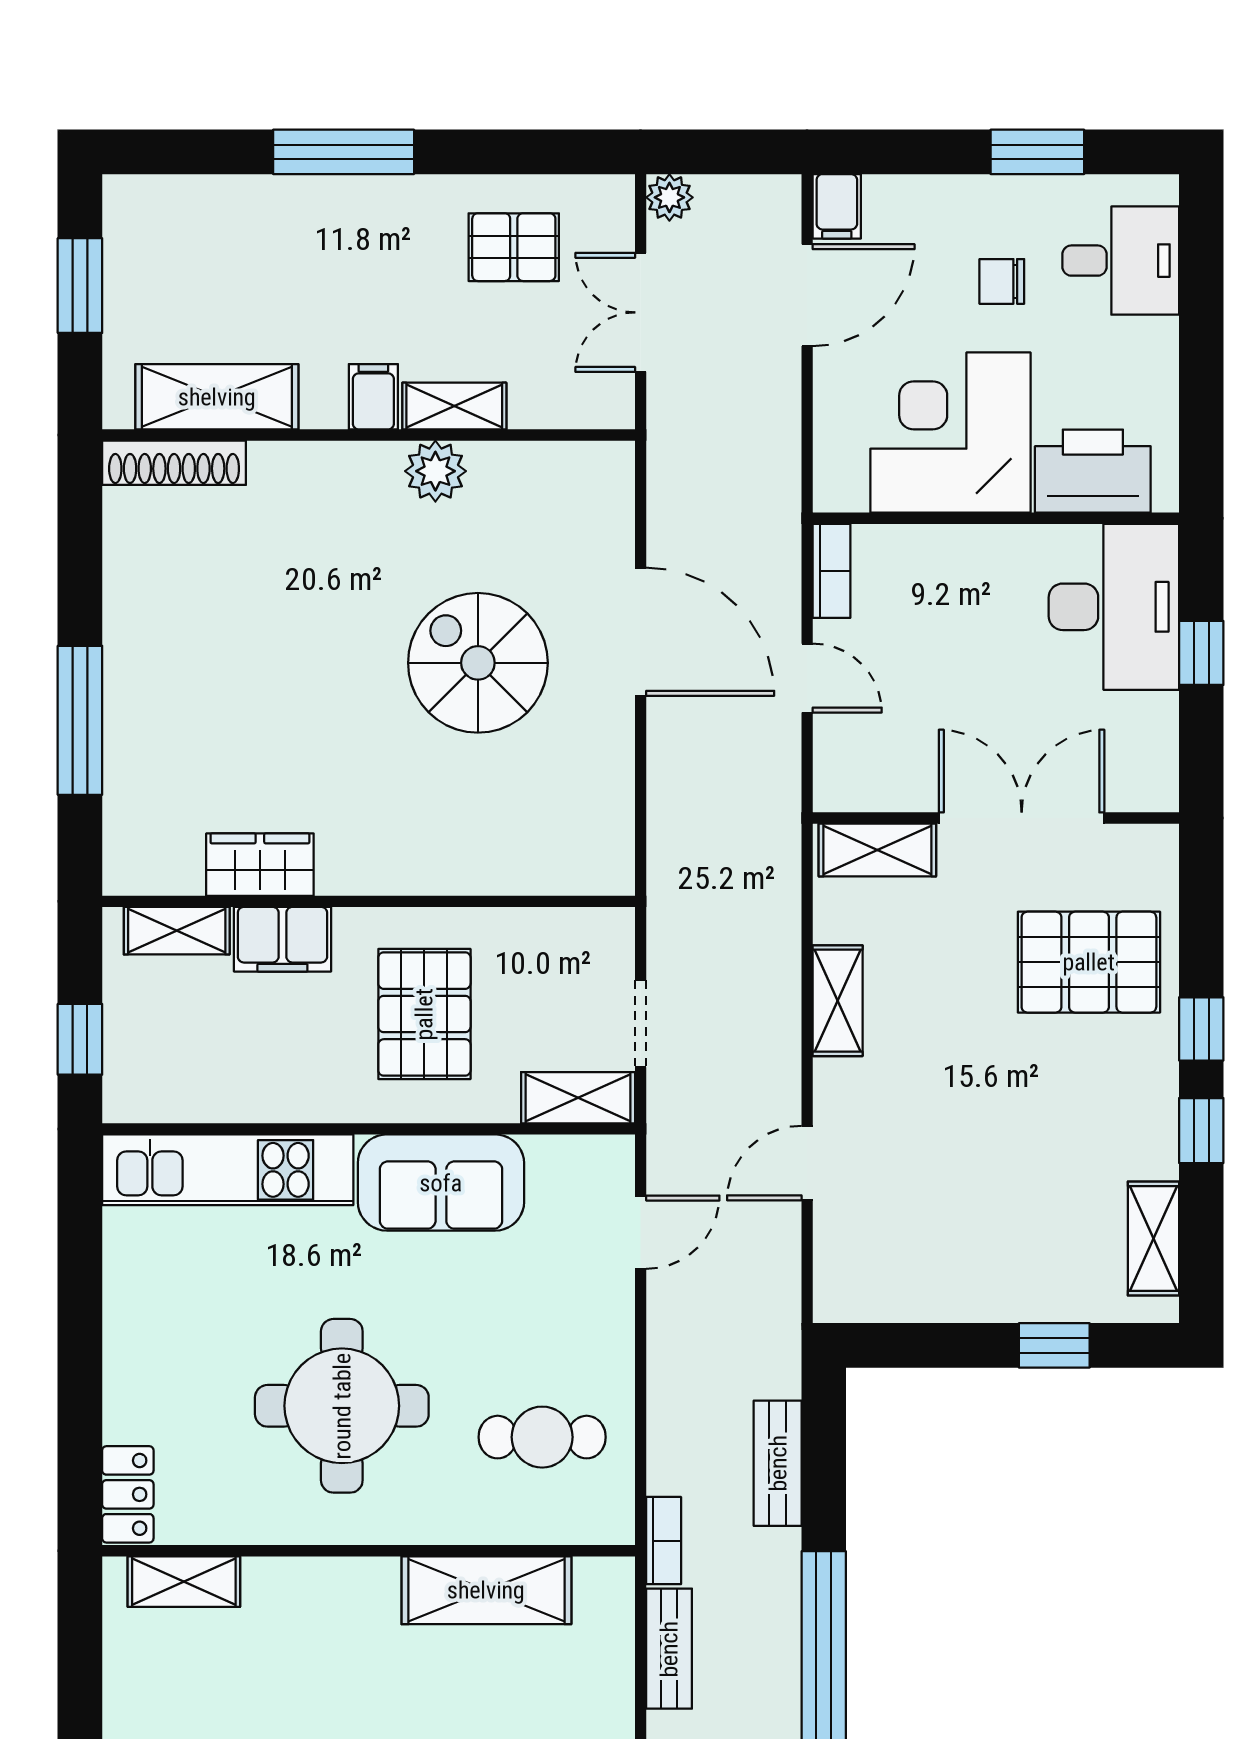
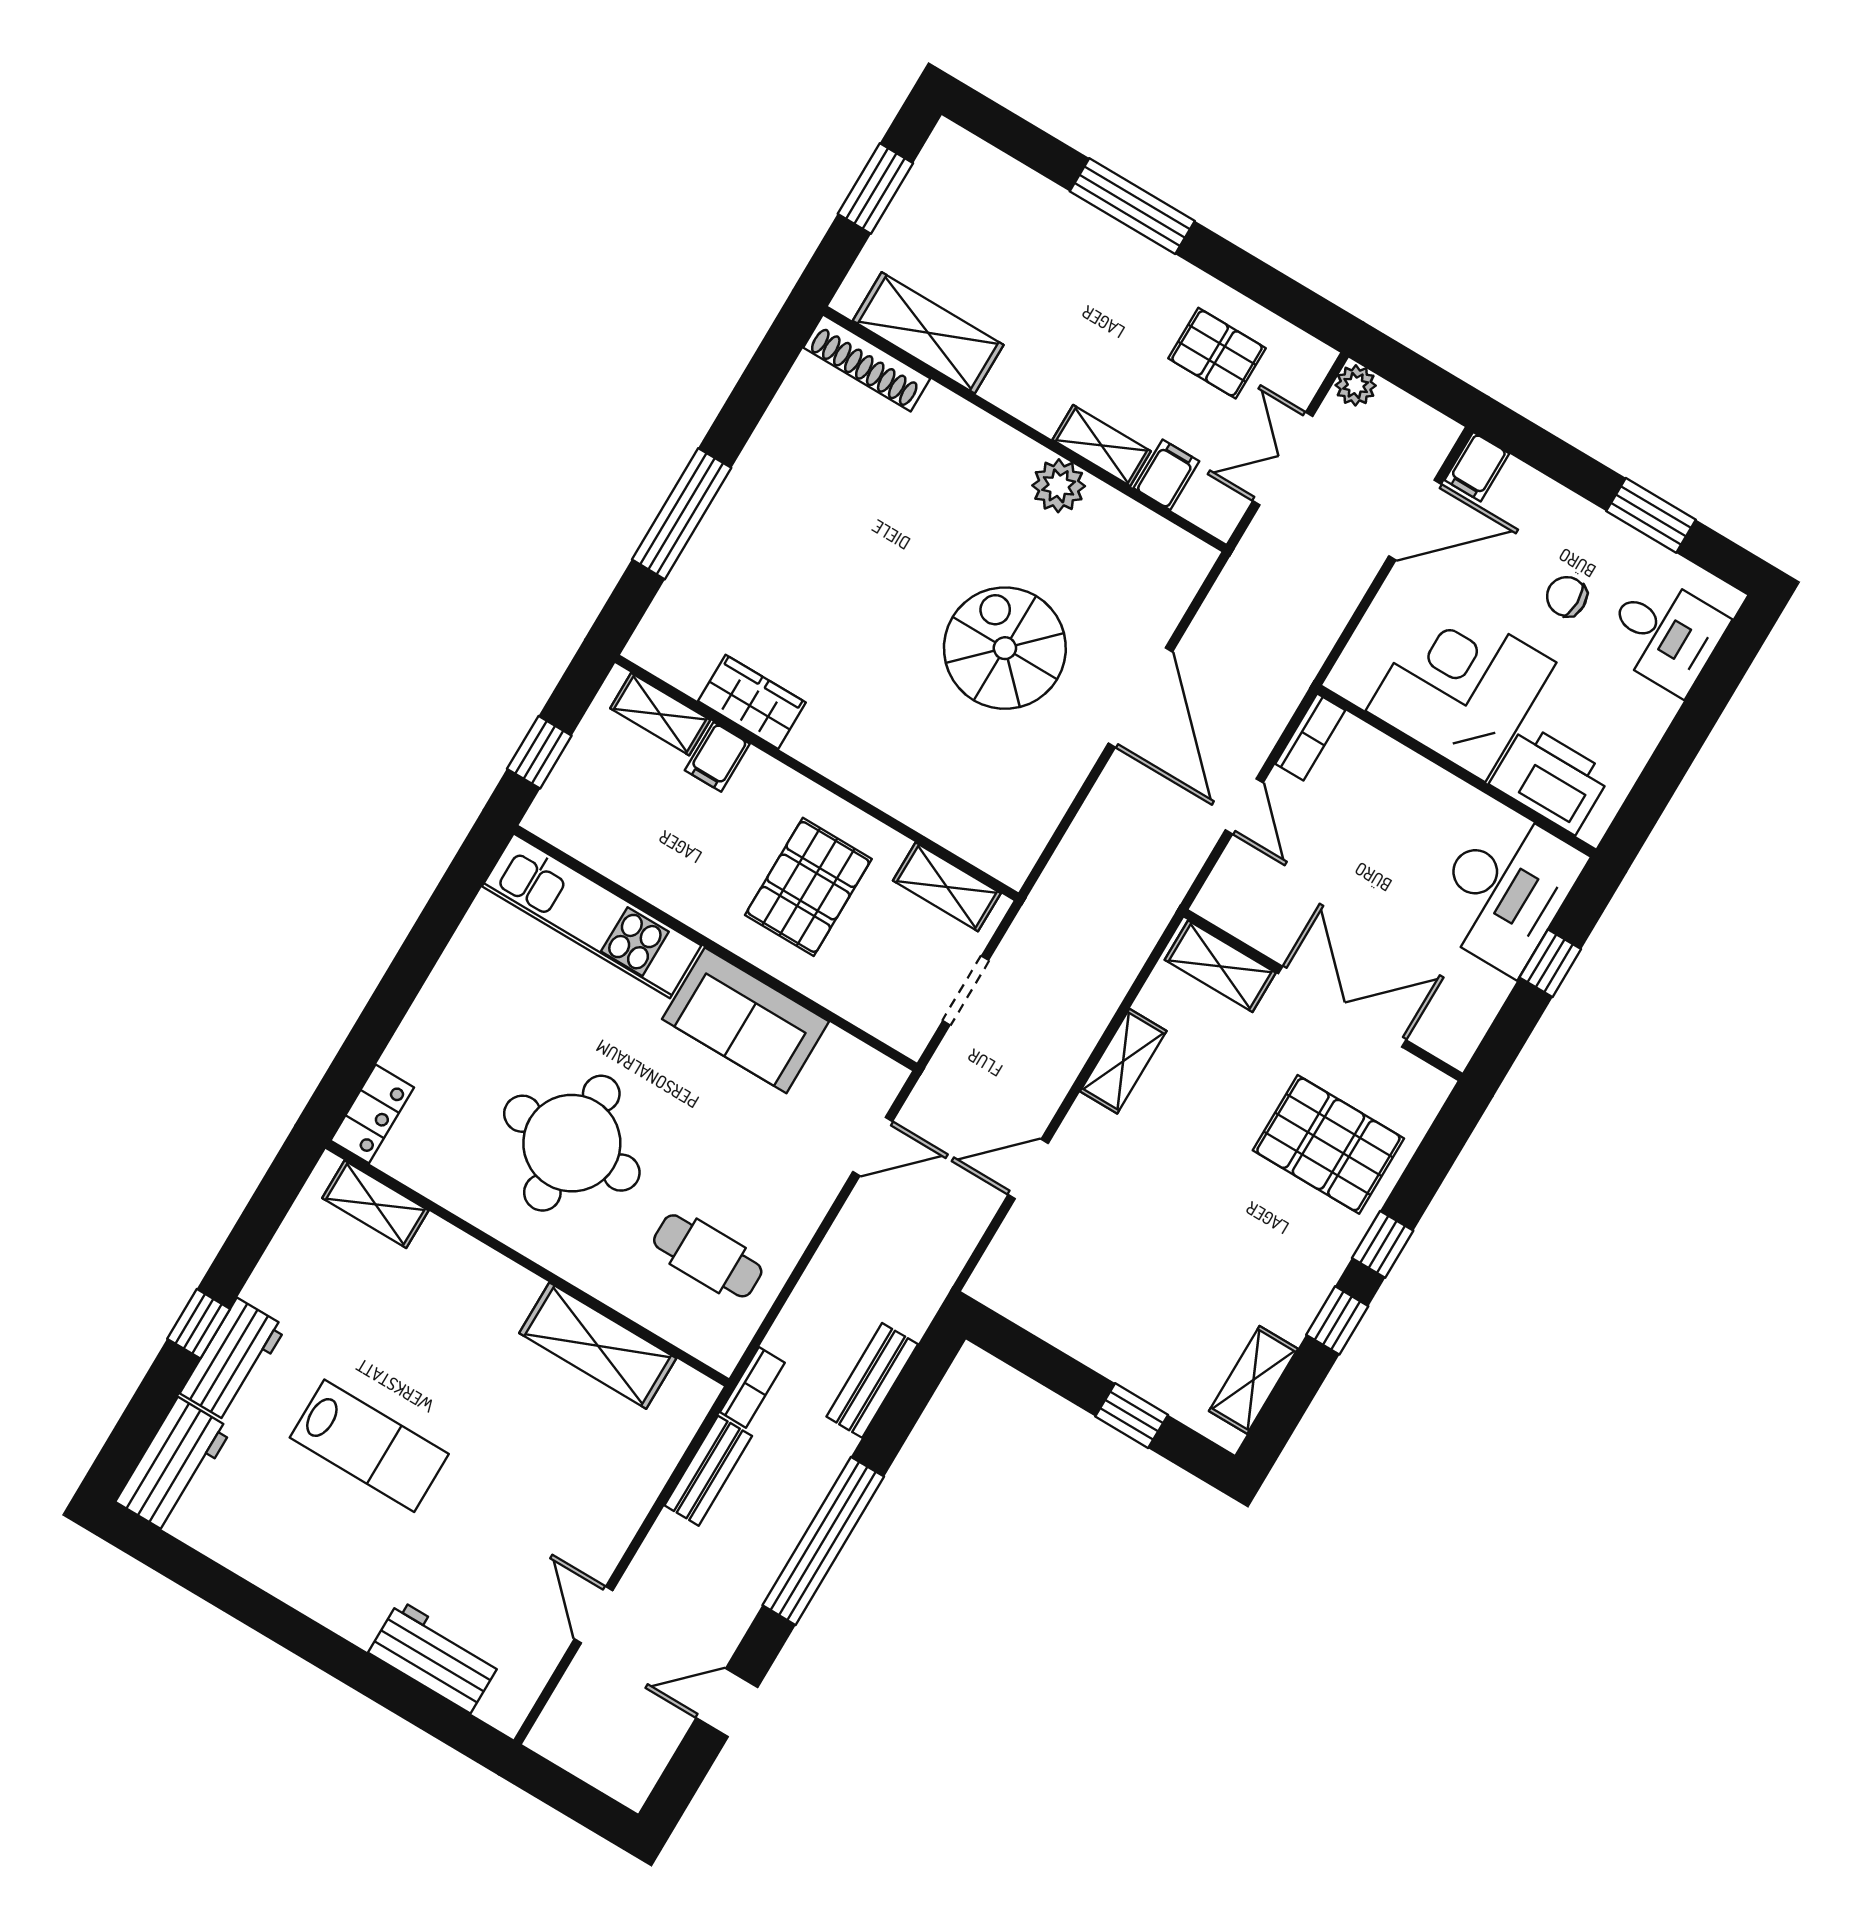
filing cabinet: (373, 397) -> (1166, 475), moved
filing cabinet: (282, 939) -> (717, 757), width x0.50
shelving: (578, 1098) -> (947, 887), moved

